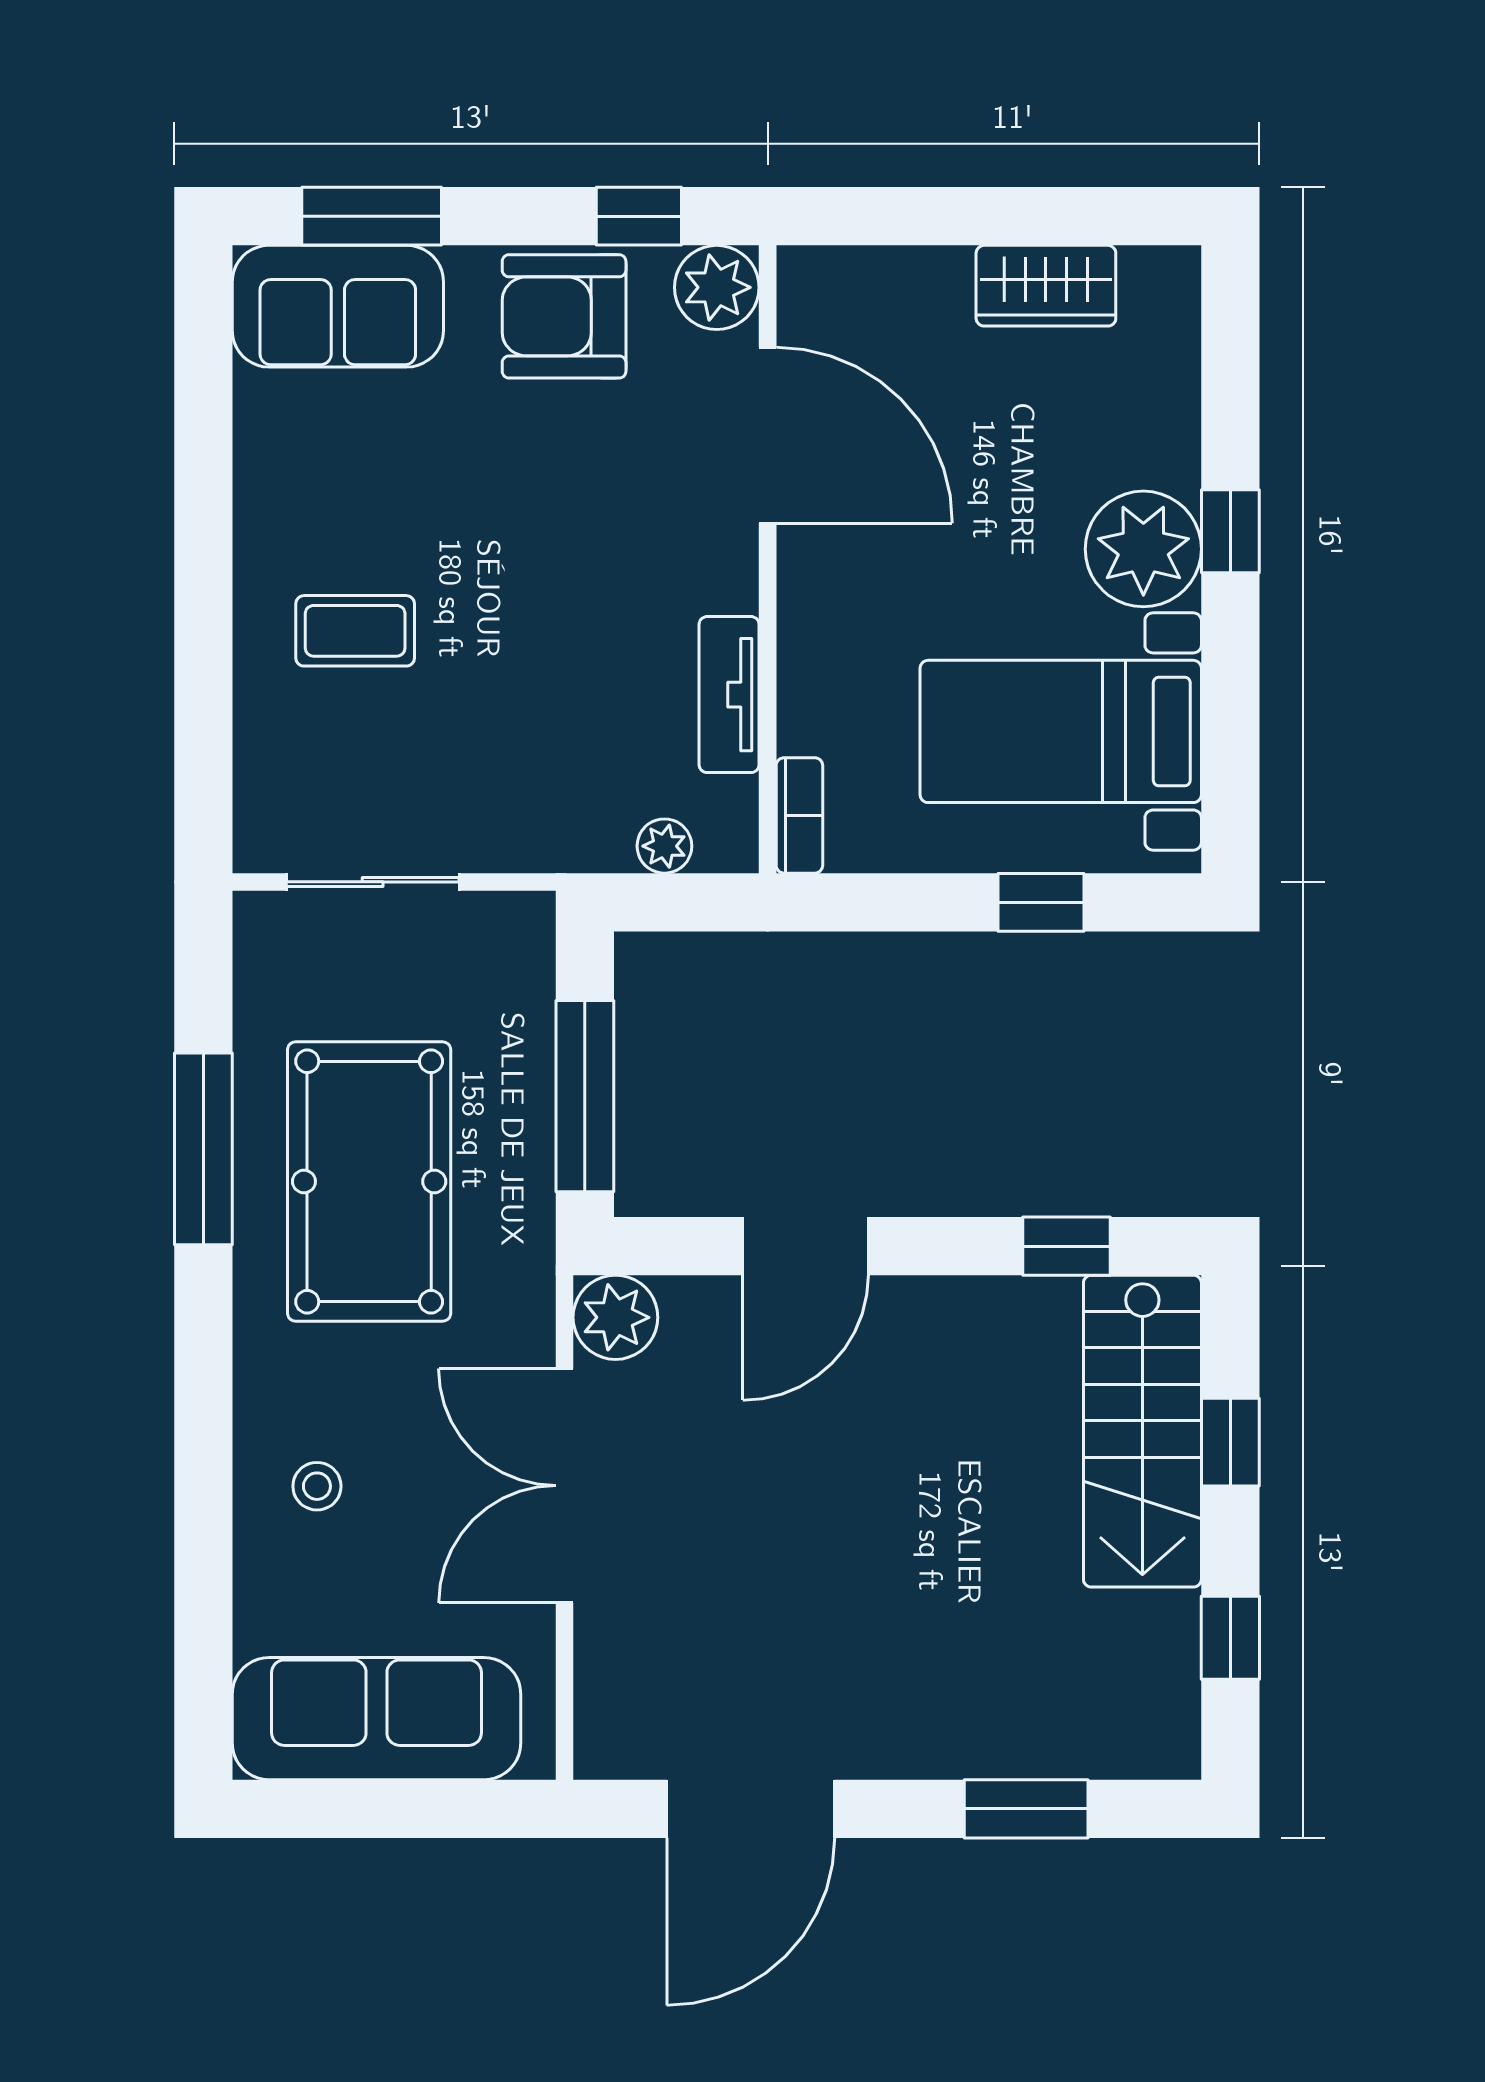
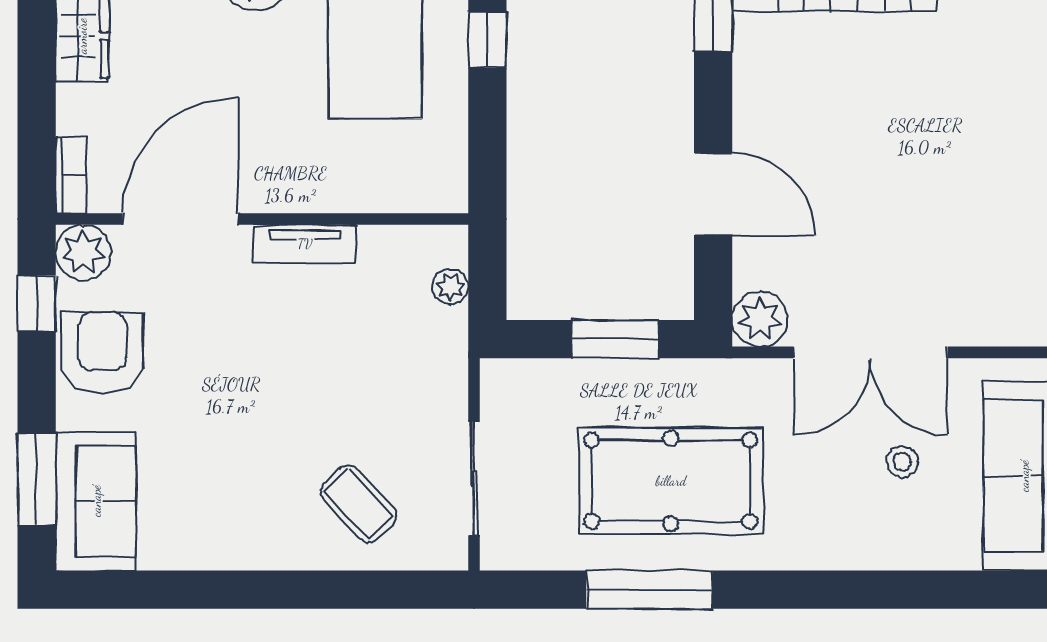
armchair: (564, 316) -> (102, 353), turned 180
coffee table: (355, 631) -> (359, 504), moved, turned -43
tv unit: (729, 695) -> (305, 244), moved
bookcase: (799, 815) -> (71, 175), moved, turned 90
window: (585, 1096) -> (615, 339), width x0.69
stool: (317, 1486) -> (902, 462), moved

